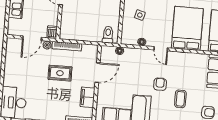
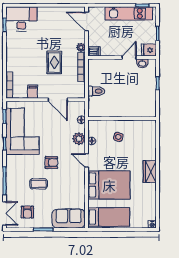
toilet: (108, 35) -> (96, 91), moved
door: (32, 38) -> (87, 21), moved
door: (161, 49) -> (87, 160), hinge flipped
plant: (139, 55) -> (79, 139), added
filing cabinet: (88, 97) -> (33, 92), width x0.50

